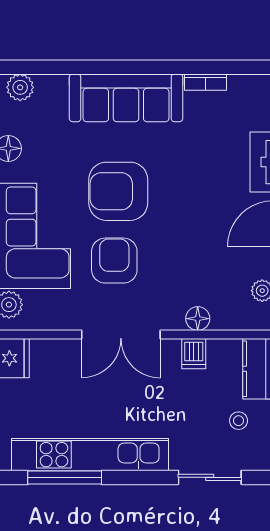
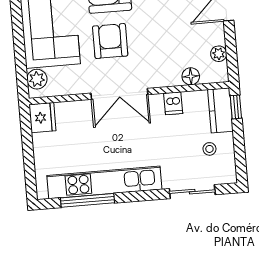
floor lamp: (198, 319) -> (191, 76), moved

